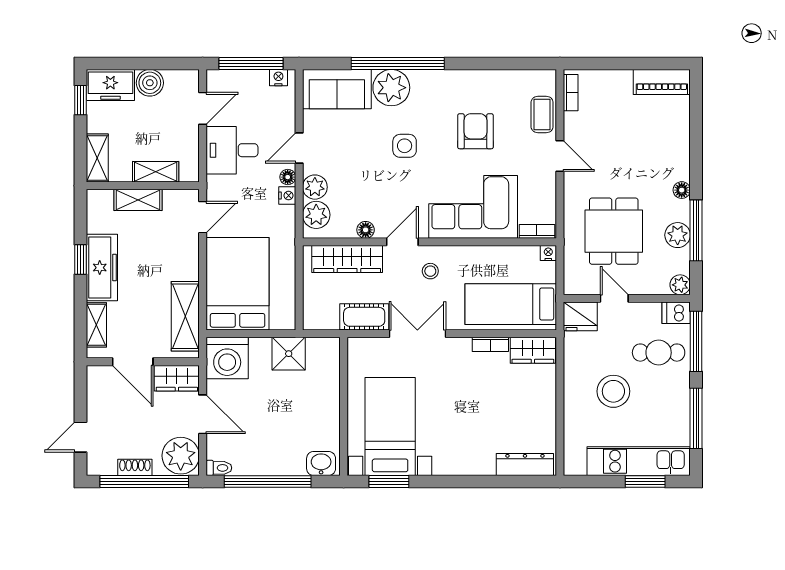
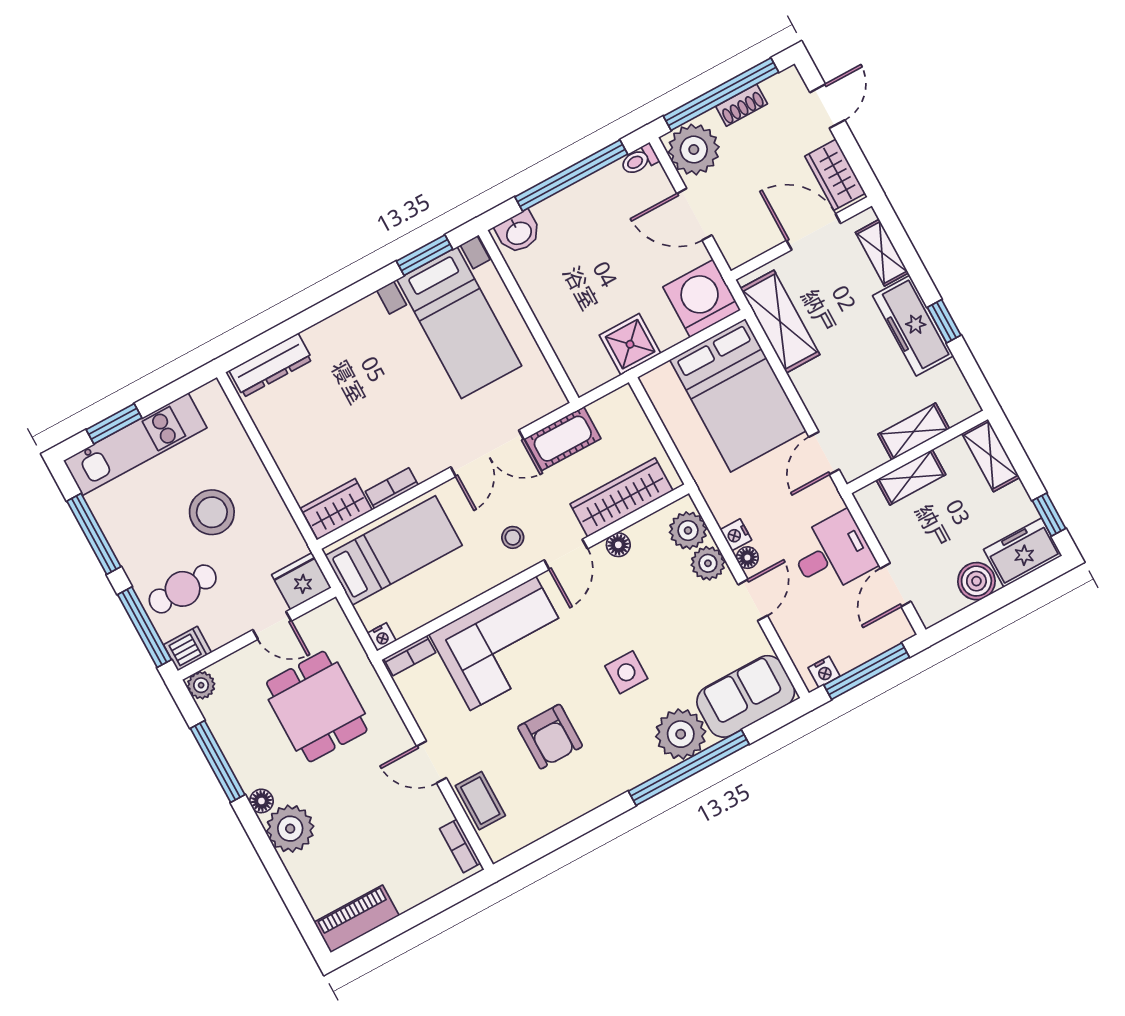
plant: (678, 235) -> (290, 829), moved, width x1.36, depth x1.36
wardrobe: (177, 378) -> (835, 175), moved, turned -90

